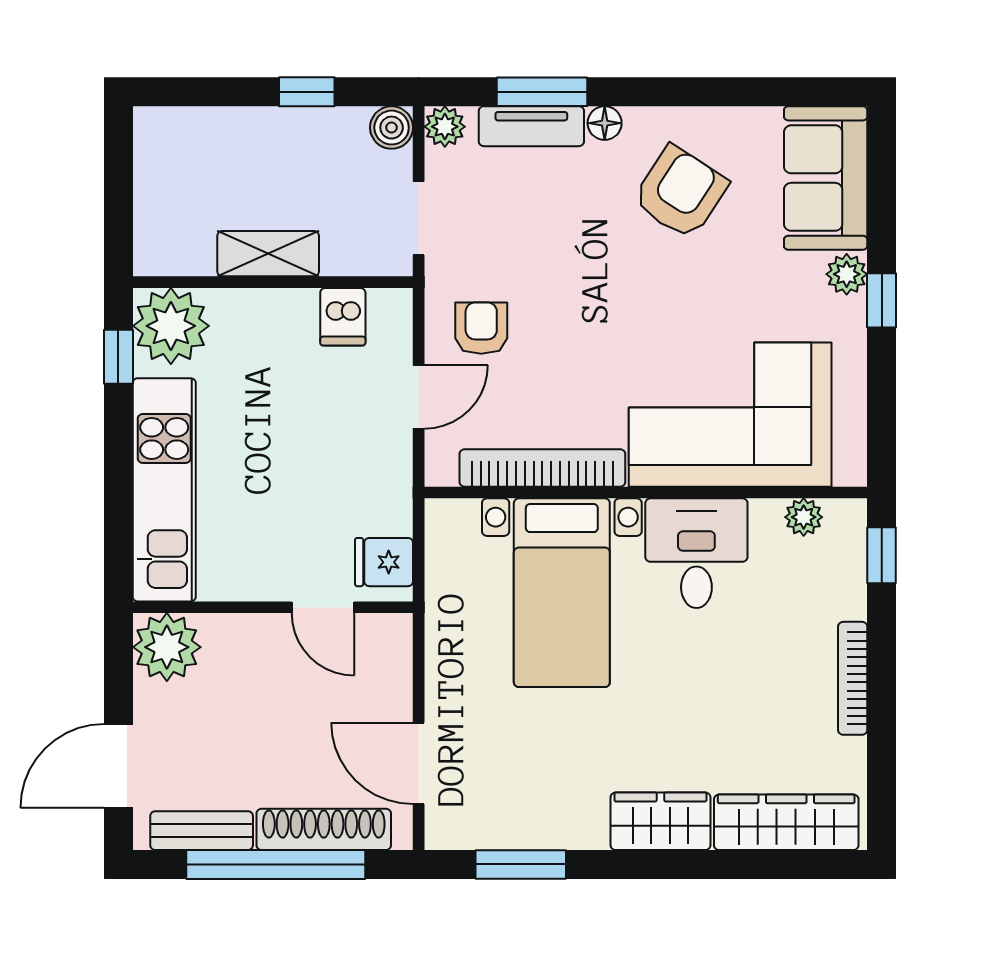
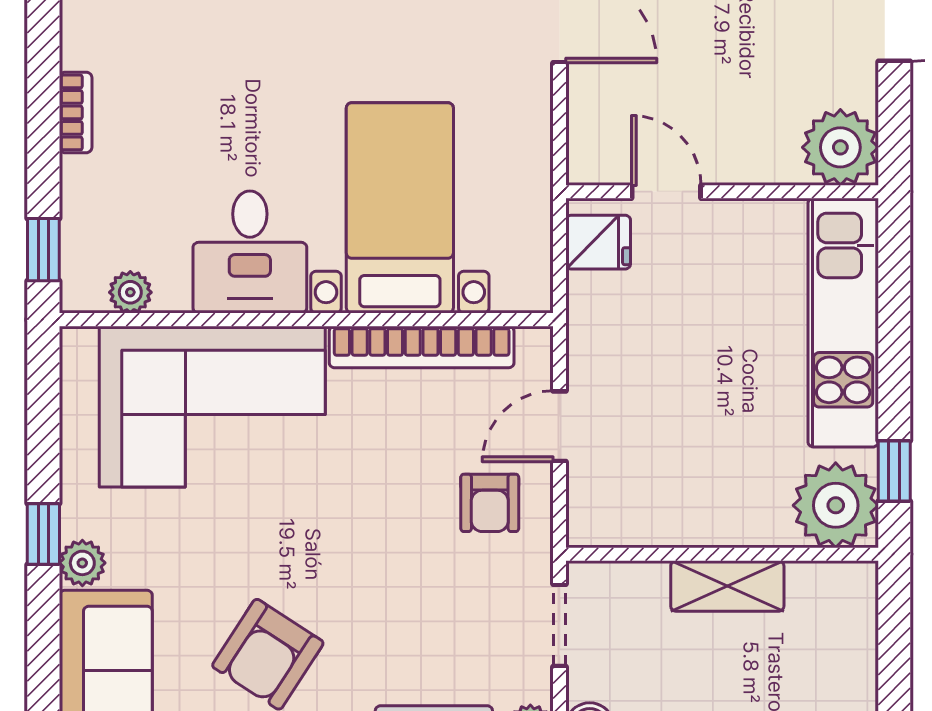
dishwasher: (343, 317) -> (644, 516), removed
bookcase: (853, 678) -> (76, 112), width x0.64

